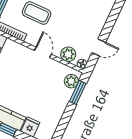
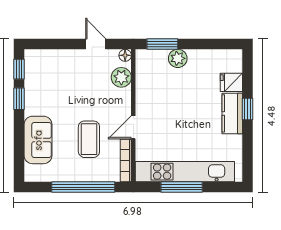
door: (43, 52) -> (133, 127), moved
plant: (71, 81) -> (178, 58), moved

